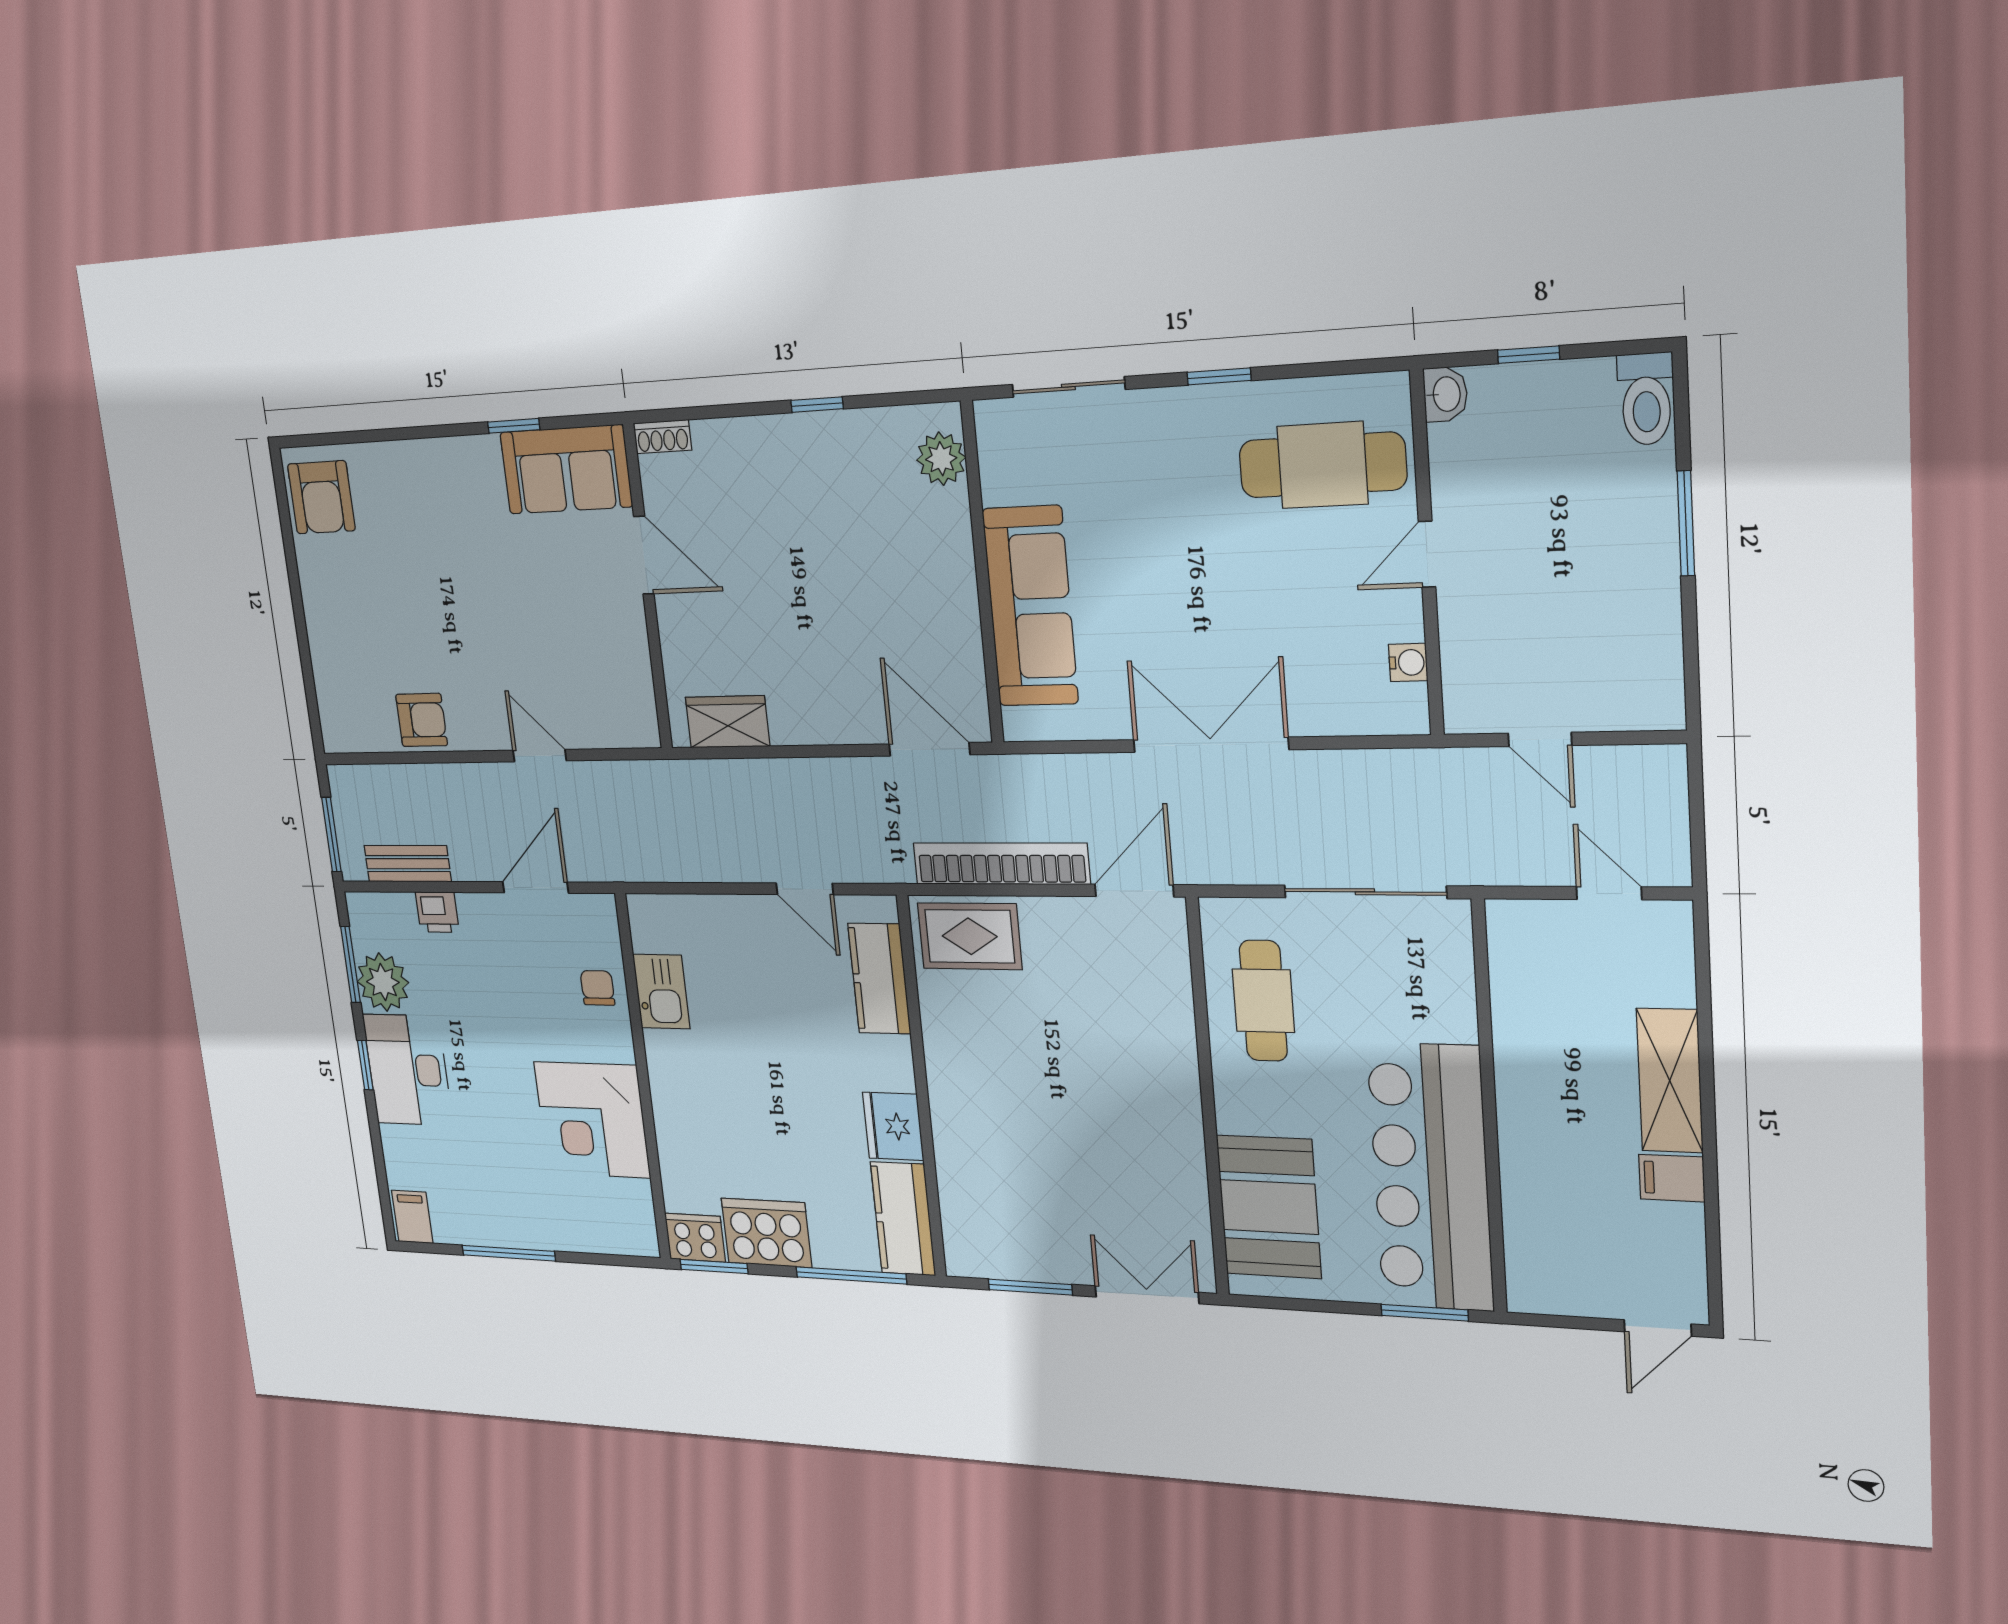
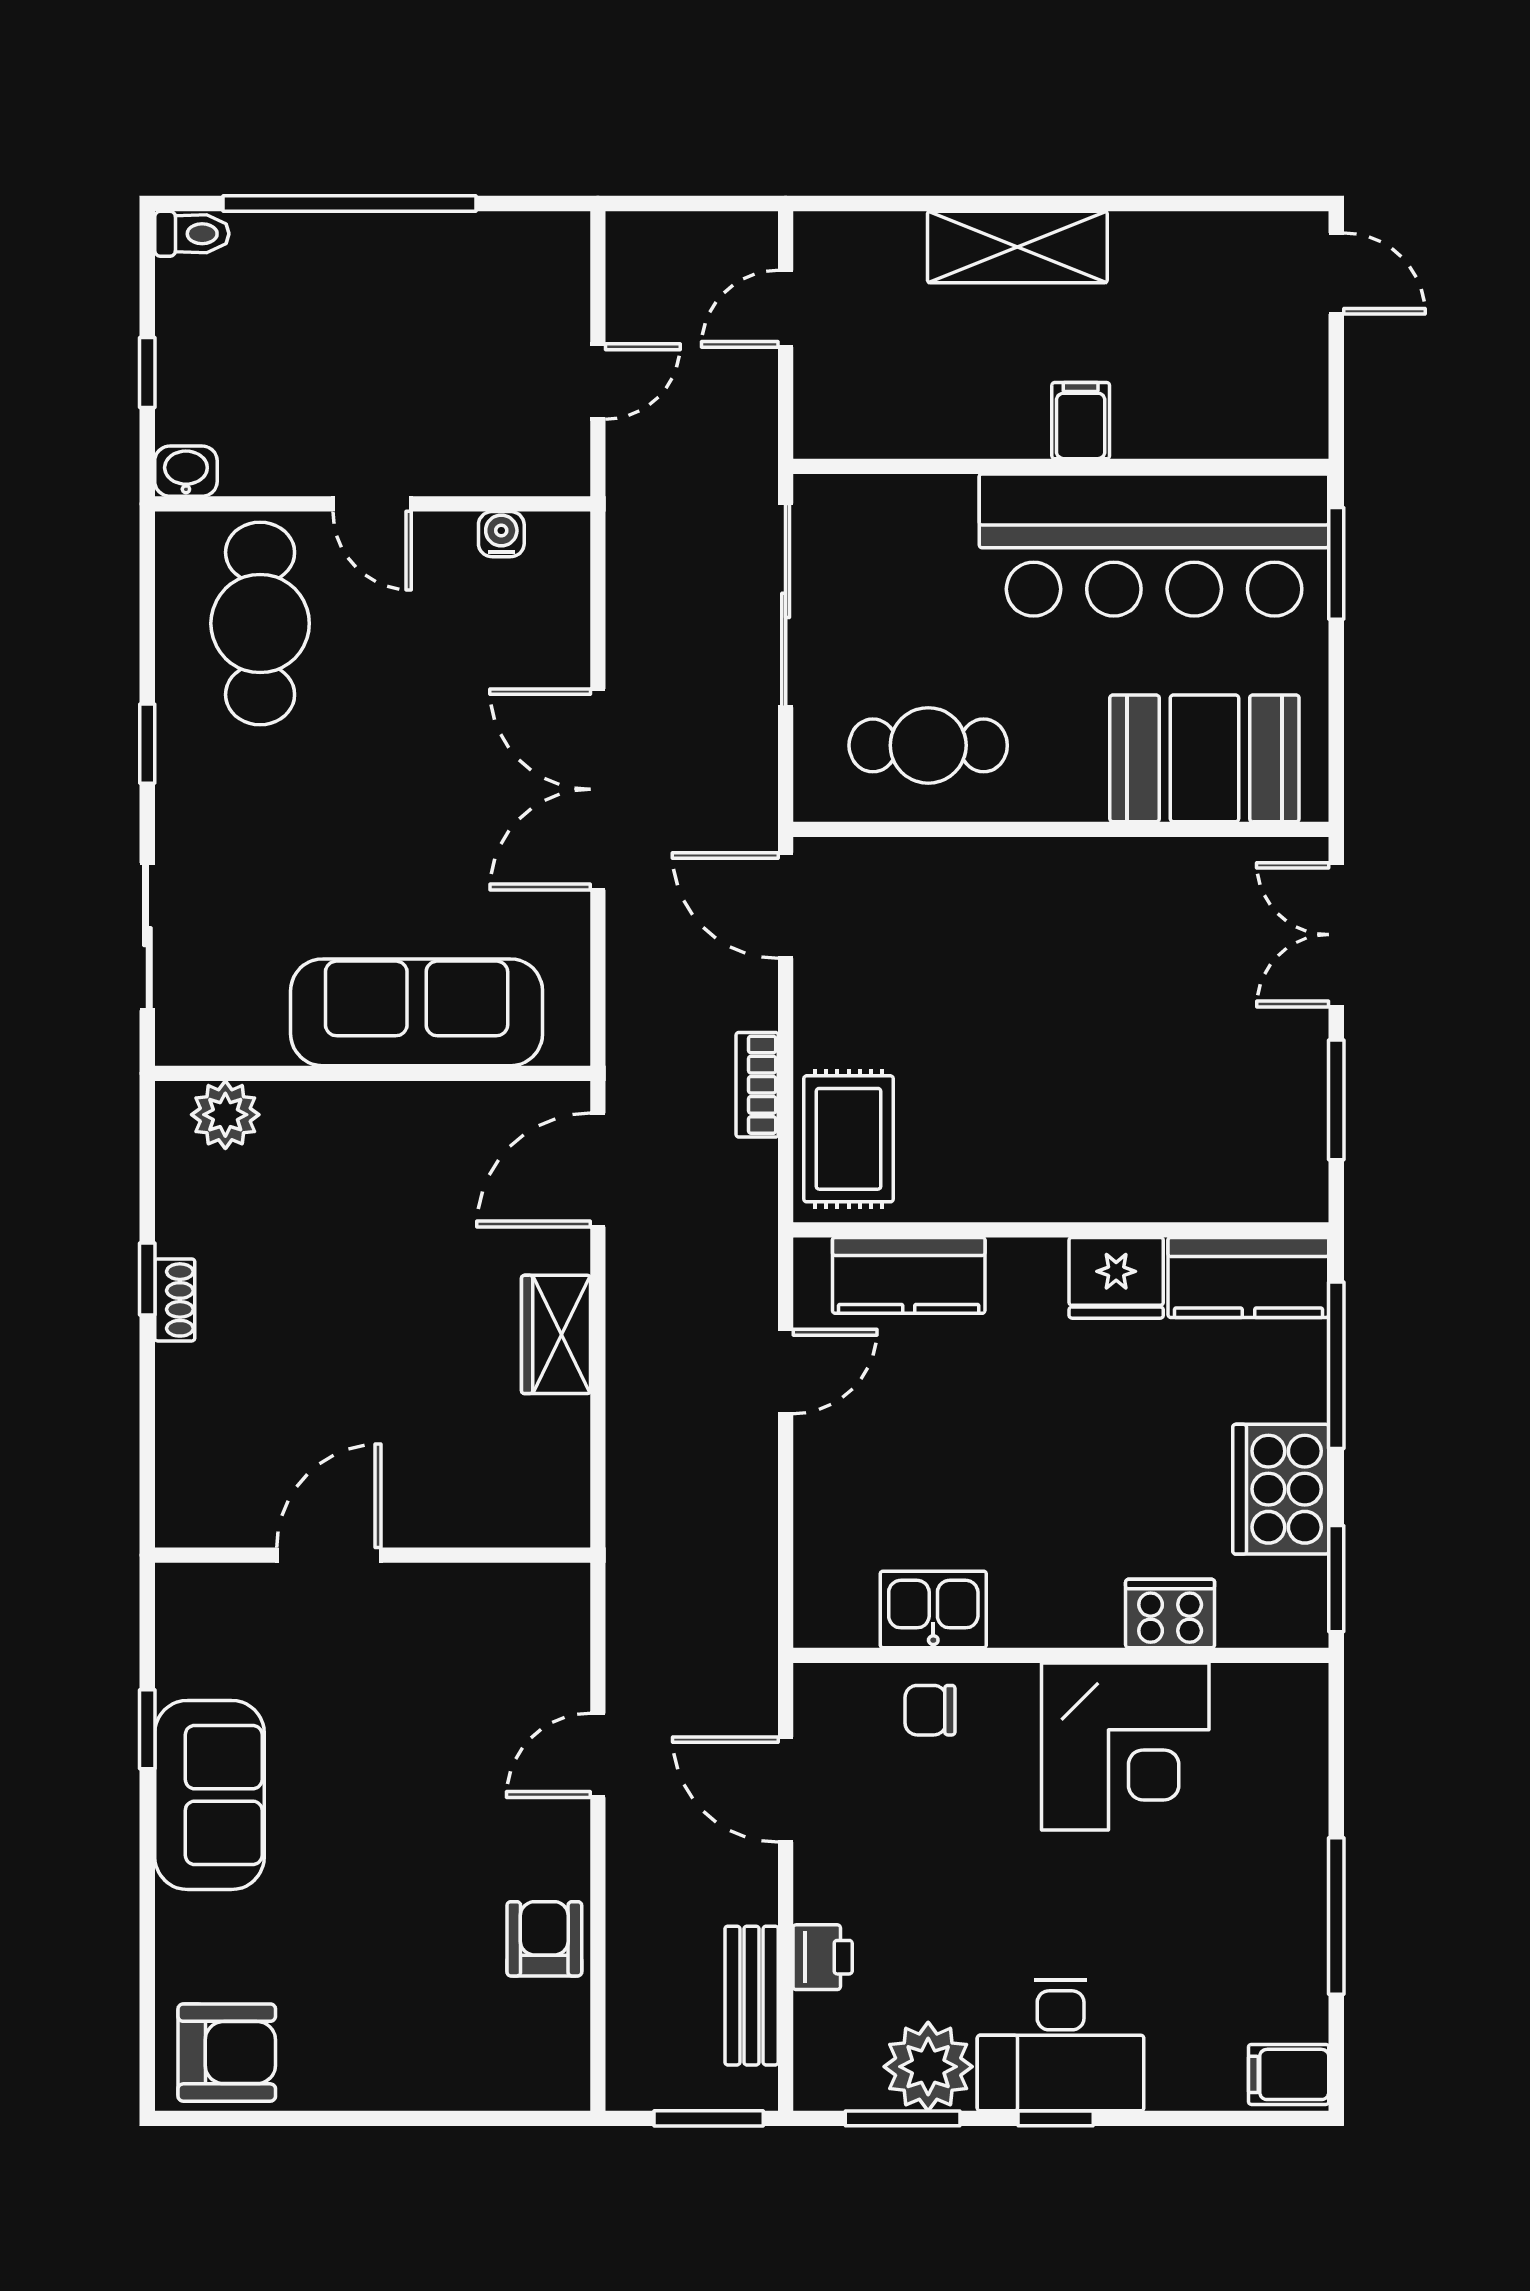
toilet: (1646, 399) -> (192, 234), width x0.73, depth x0.72
shoe rack: (662, 437) -> (175, 1300), moved
sofa: (566, 469) -> (209, 1795), moved
window: (1686, 523) -> (349, 204), width x2.11
wardrobe: (728, 722) -> (556, 1334), moved
bookcase: (1001, 864) -> (757, 1085), width x0.43, depth x0.76
filing cabinet: (1672, 1178) -> (1081, 421), moved, turned 180
cooker: (695, 1238) -> (1170, 1614), moved, turned 90

